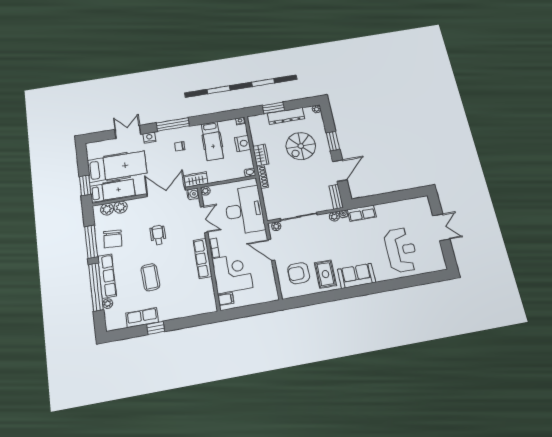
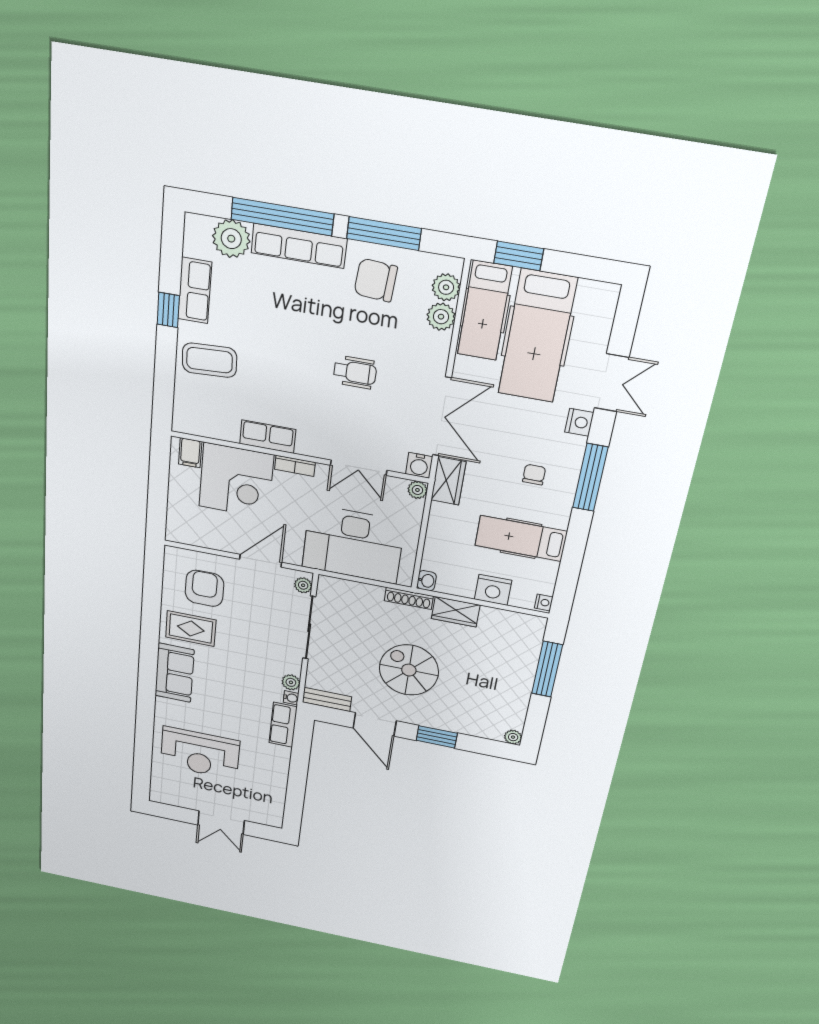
window: (273, 108) -> (547, 669), width x1.44
dresser: (286, 116) -> (520, 683), removed
spiral stairs: (301, 146) -> (409, 670), moved
row of seats: (203, 258) -> (268, 437), width x0.68
coffee table: (150, 277) -> (209, 360), moved
plant: (108, 304) -> (231, 239), width x1.88, depth x1.88

